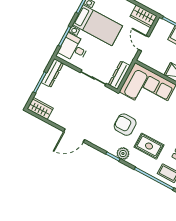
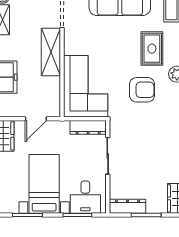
armchair: (125, 125) -> (142, 90), turned -90

